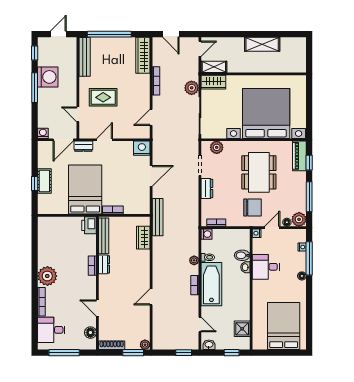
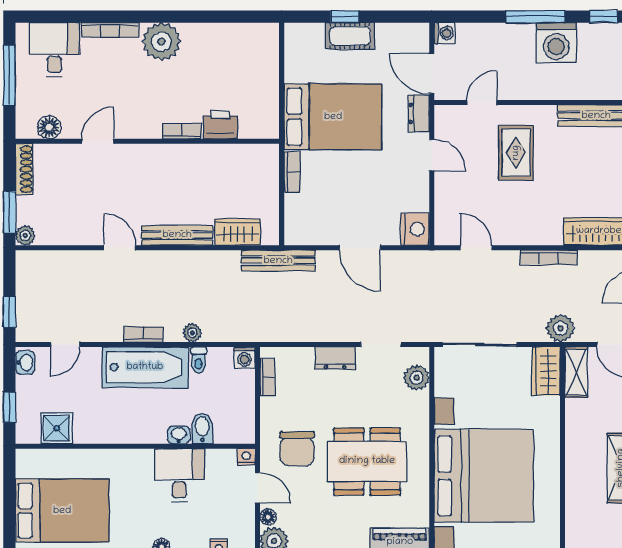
plant: (192, 88) -> (560, 328), moved
printer: (89, 225) -> (220, 125), moved
bench: (104, 236) -> (177, 235), moved
dresser: (104, 264) -> (184, 154), removed

